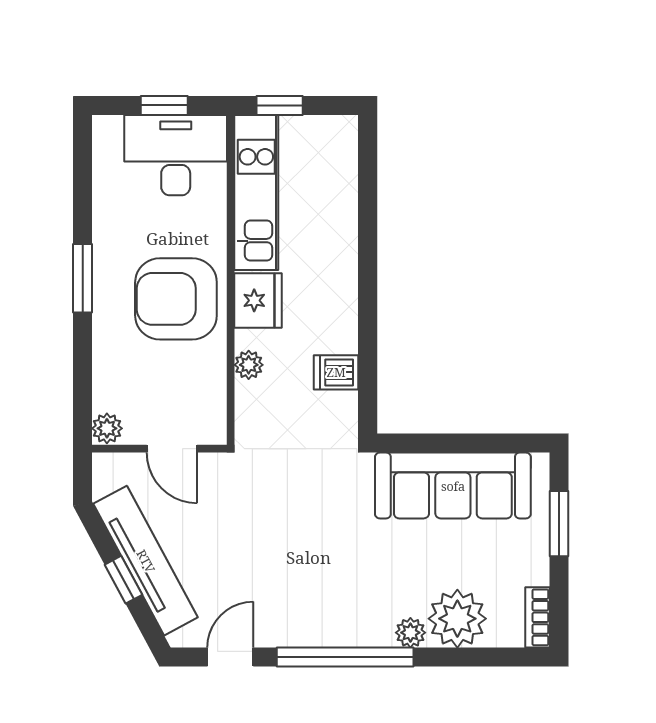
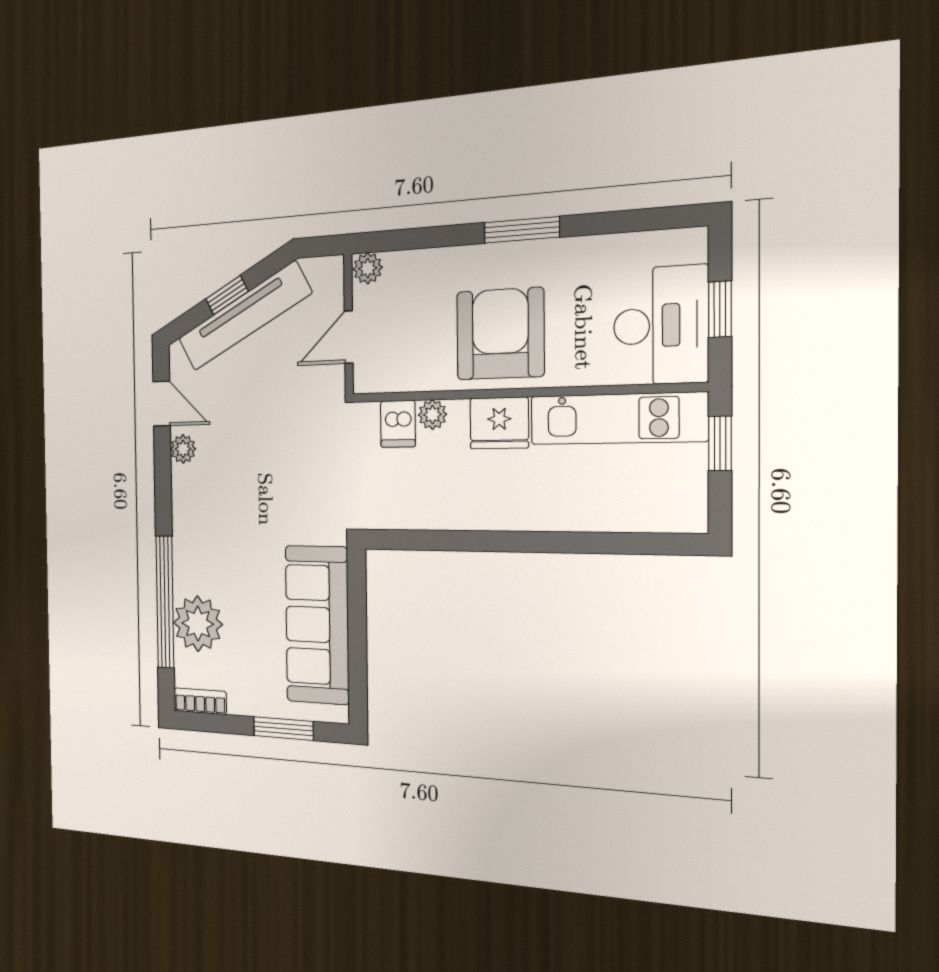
dishwasher: (336, 372) -> (398, 424), moved, turned 180
plant: (410, 633) -> (183, 449), moved
window: (345, 657) -> (165, 602), moved

